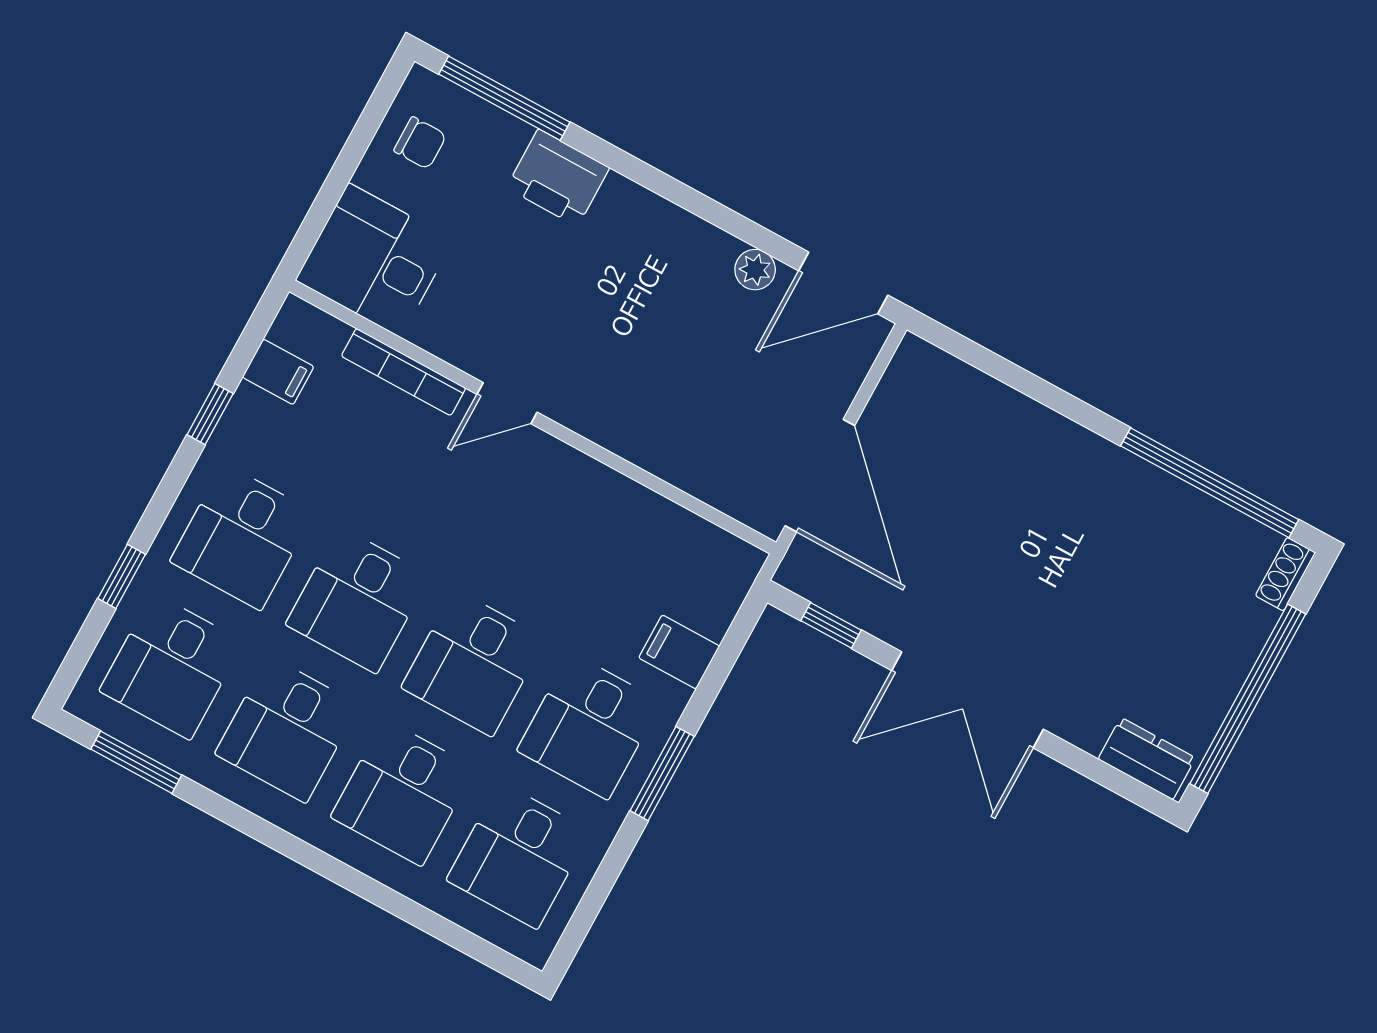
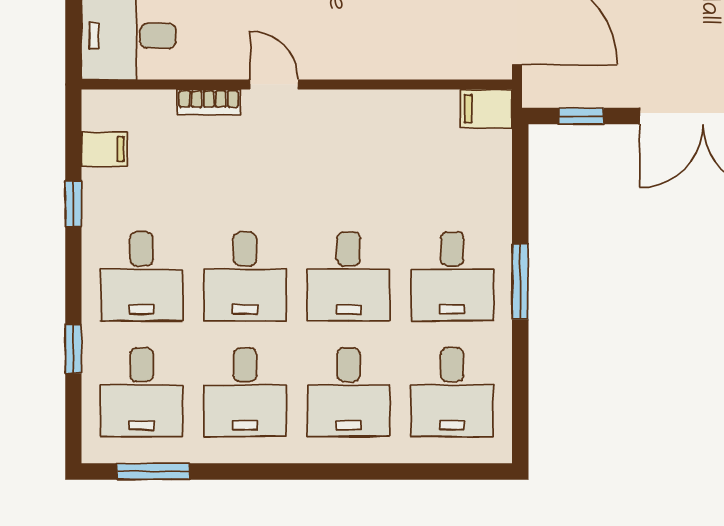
bookcase: (404, 372) -> (209, 102), width x0.64
door: (507, 403) -> (274, 85), swing flipped
filing cabinet: (679, 652) -> (486, 109), moved

